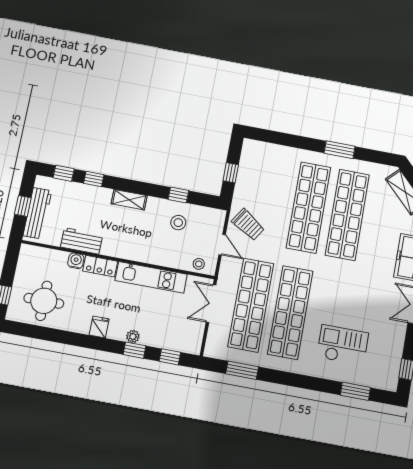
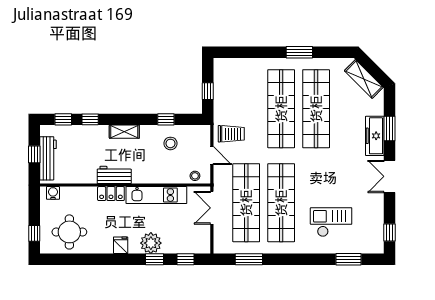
trolley: (248, 225) -> (231, 134), turned -33
workbench: (82, 241) -> (114, 175), moved
water cooler: (76, 261) -> (53, 193), moved
plant: (133, 336) -> (151, 243), width x1.88, depth x1.88

